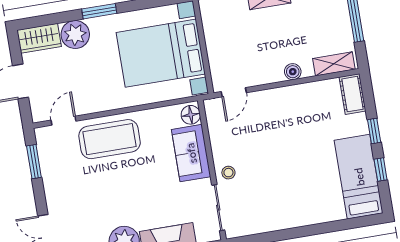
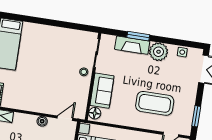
boiler: (293, 72) -> (42, 121), moved
coffee table: (110, 139) -> (155, 103), moved

